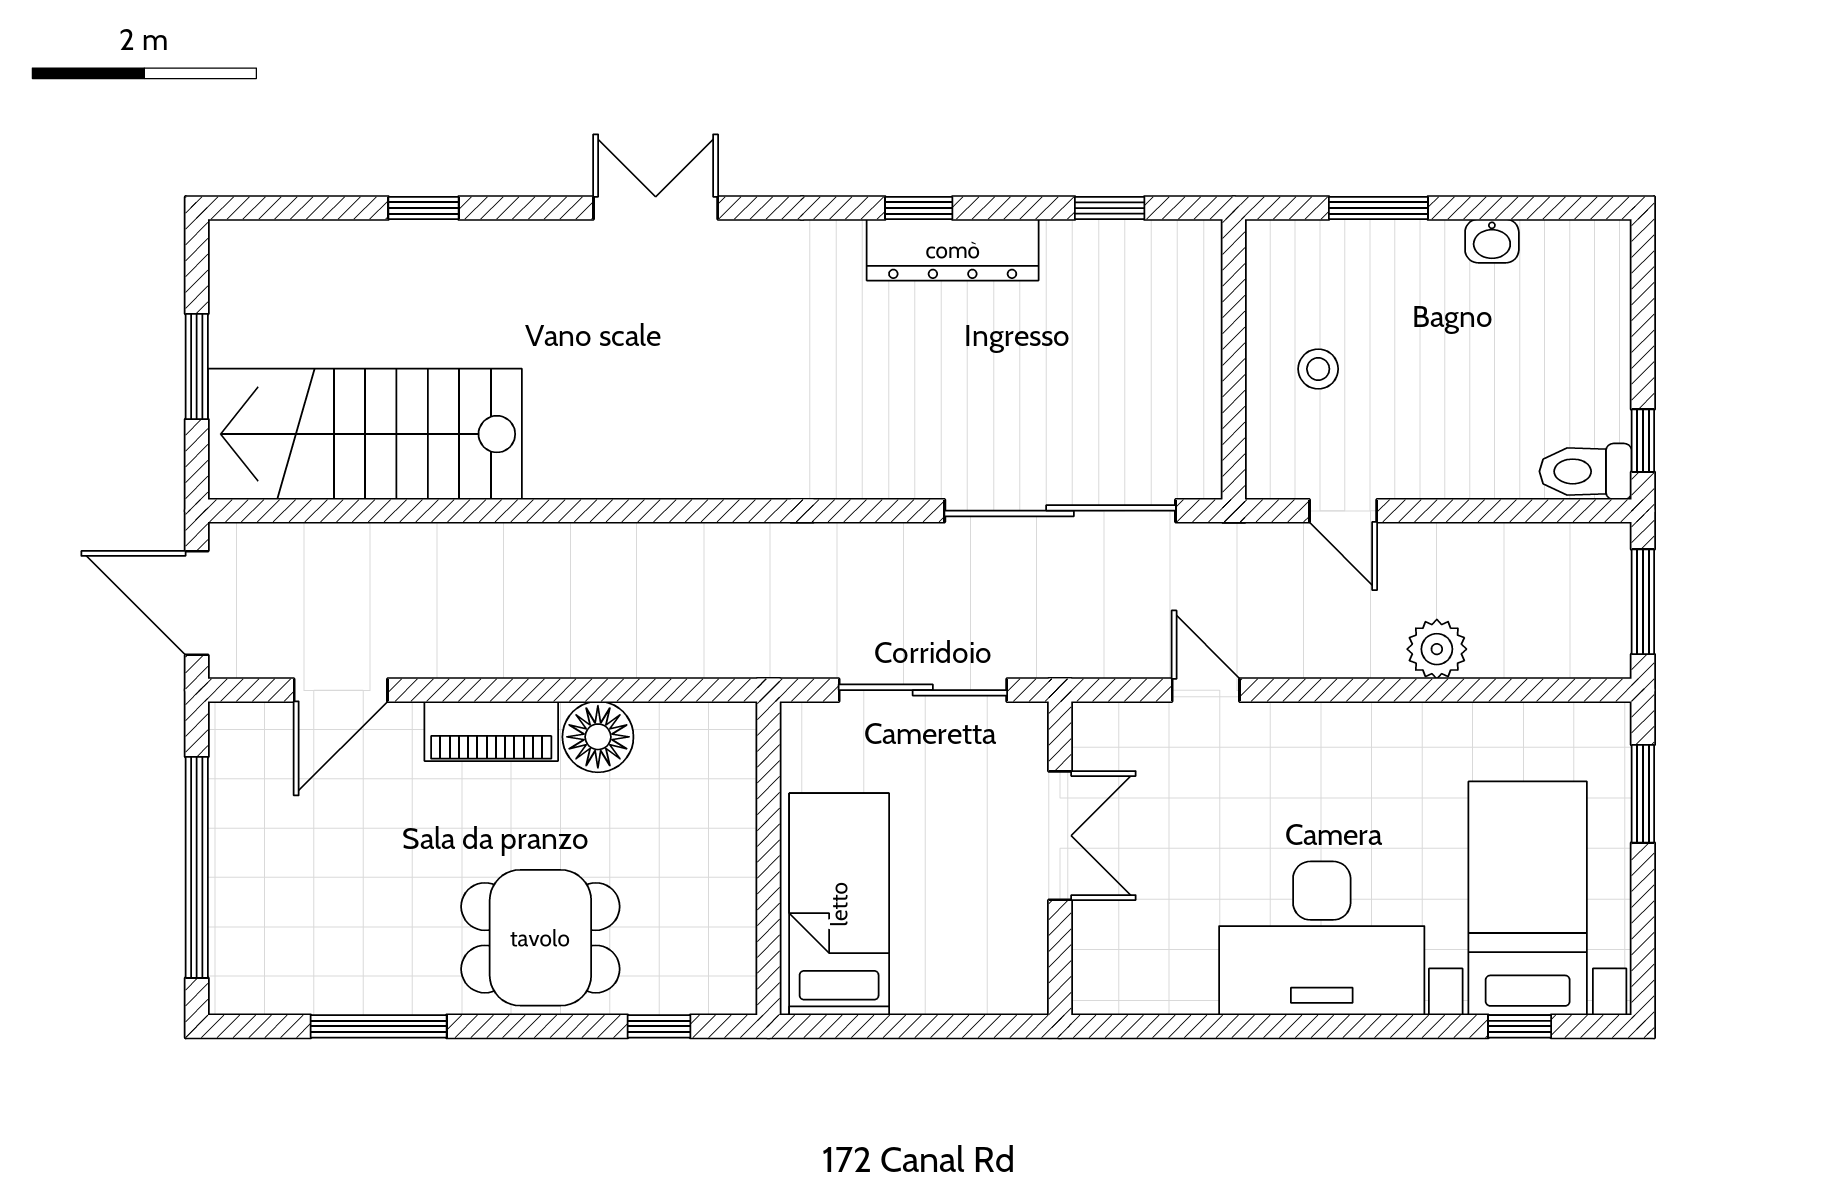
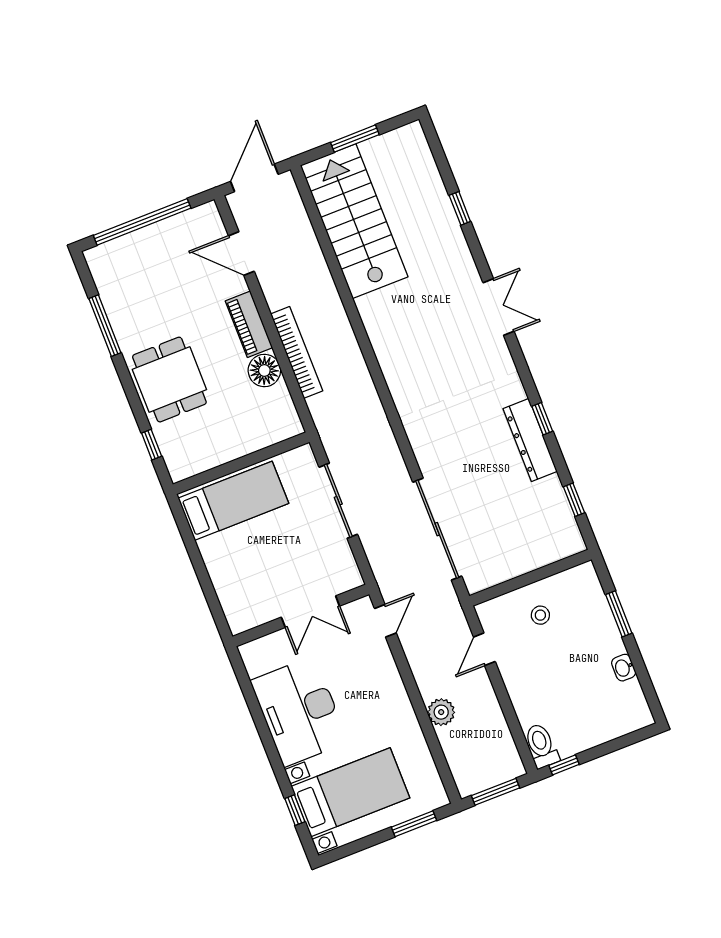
bookcase: (587, 656) -> (297, 352), added
double door: (1060, 836) -> (310, 612), moved
wall: (1060, 858) -> (301, 615), moved

